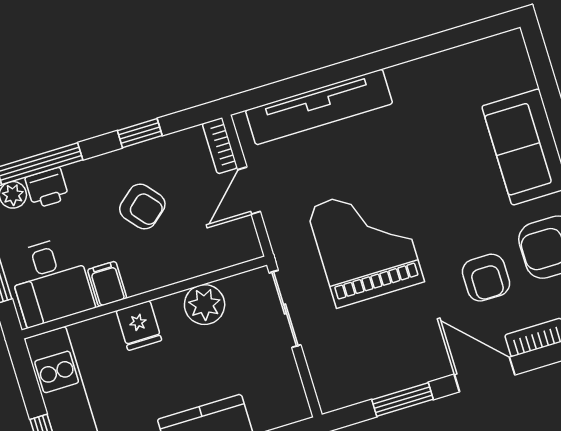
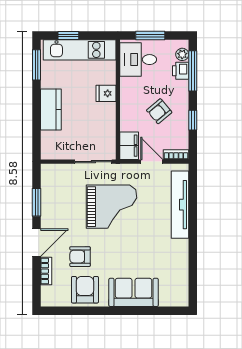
filing cabinet: (107, 284) -> (129, 146), moved, width x2.00
plant: (205, 305) -> (106, 126), removed

